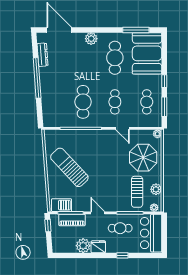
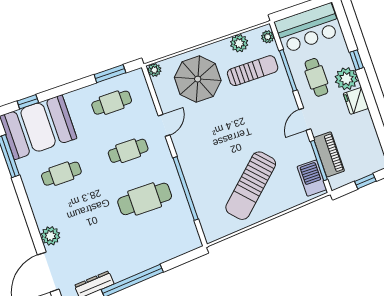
plant: (91, 39) -> (50, 236), moved
cafe table: (115, 58) -> (61, 174), width x0.73, depth x0.74
window: (164, 81) -> (28, 102), moved
window: (48, 226) -> (365, 181), moved
plant: (83, 246) -> (346, 79), moved

